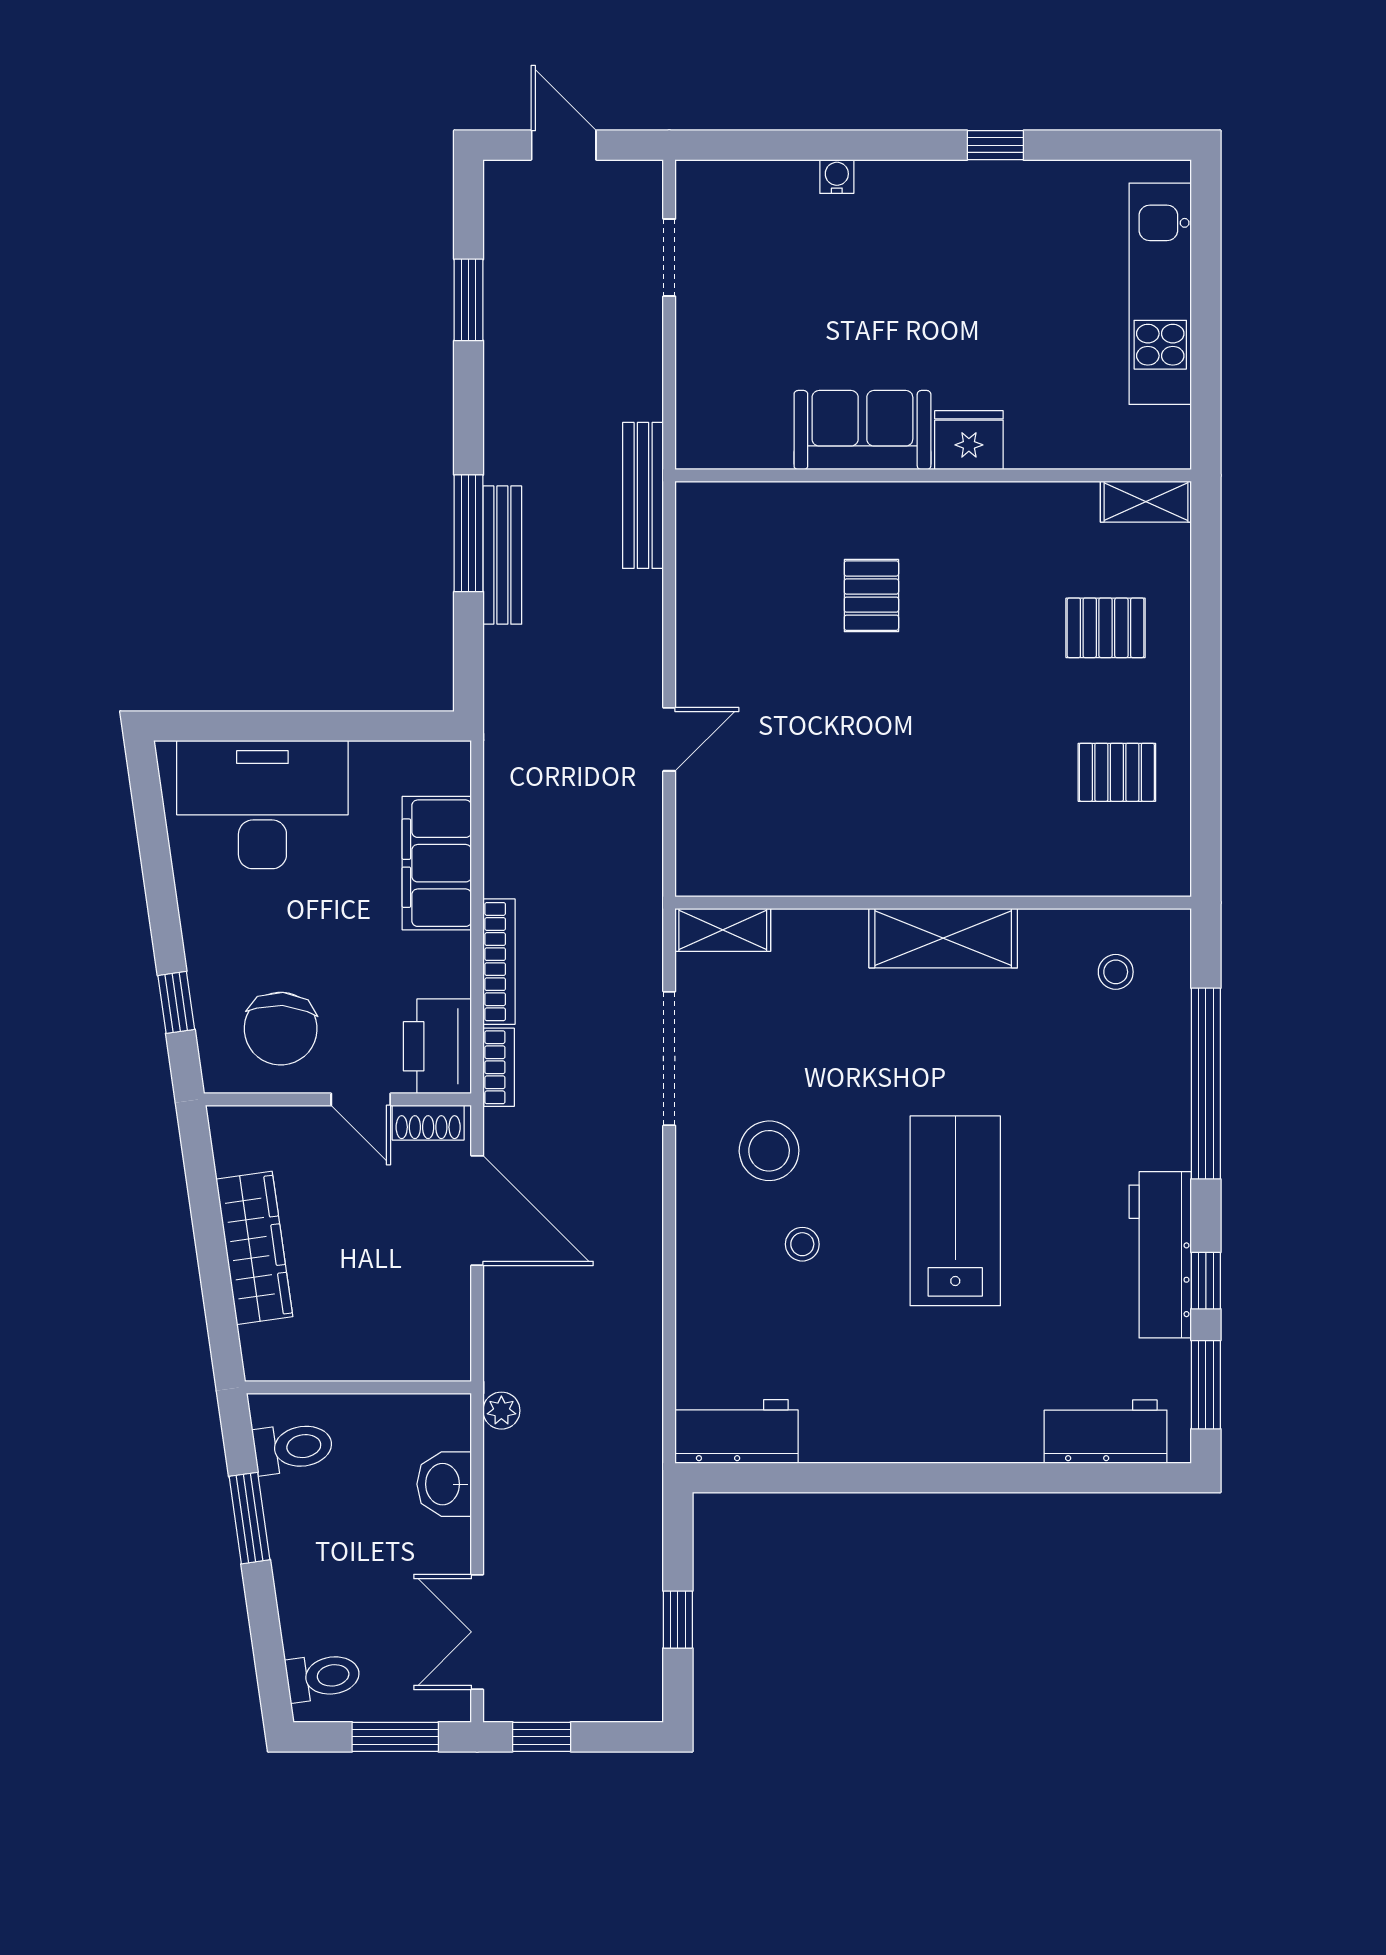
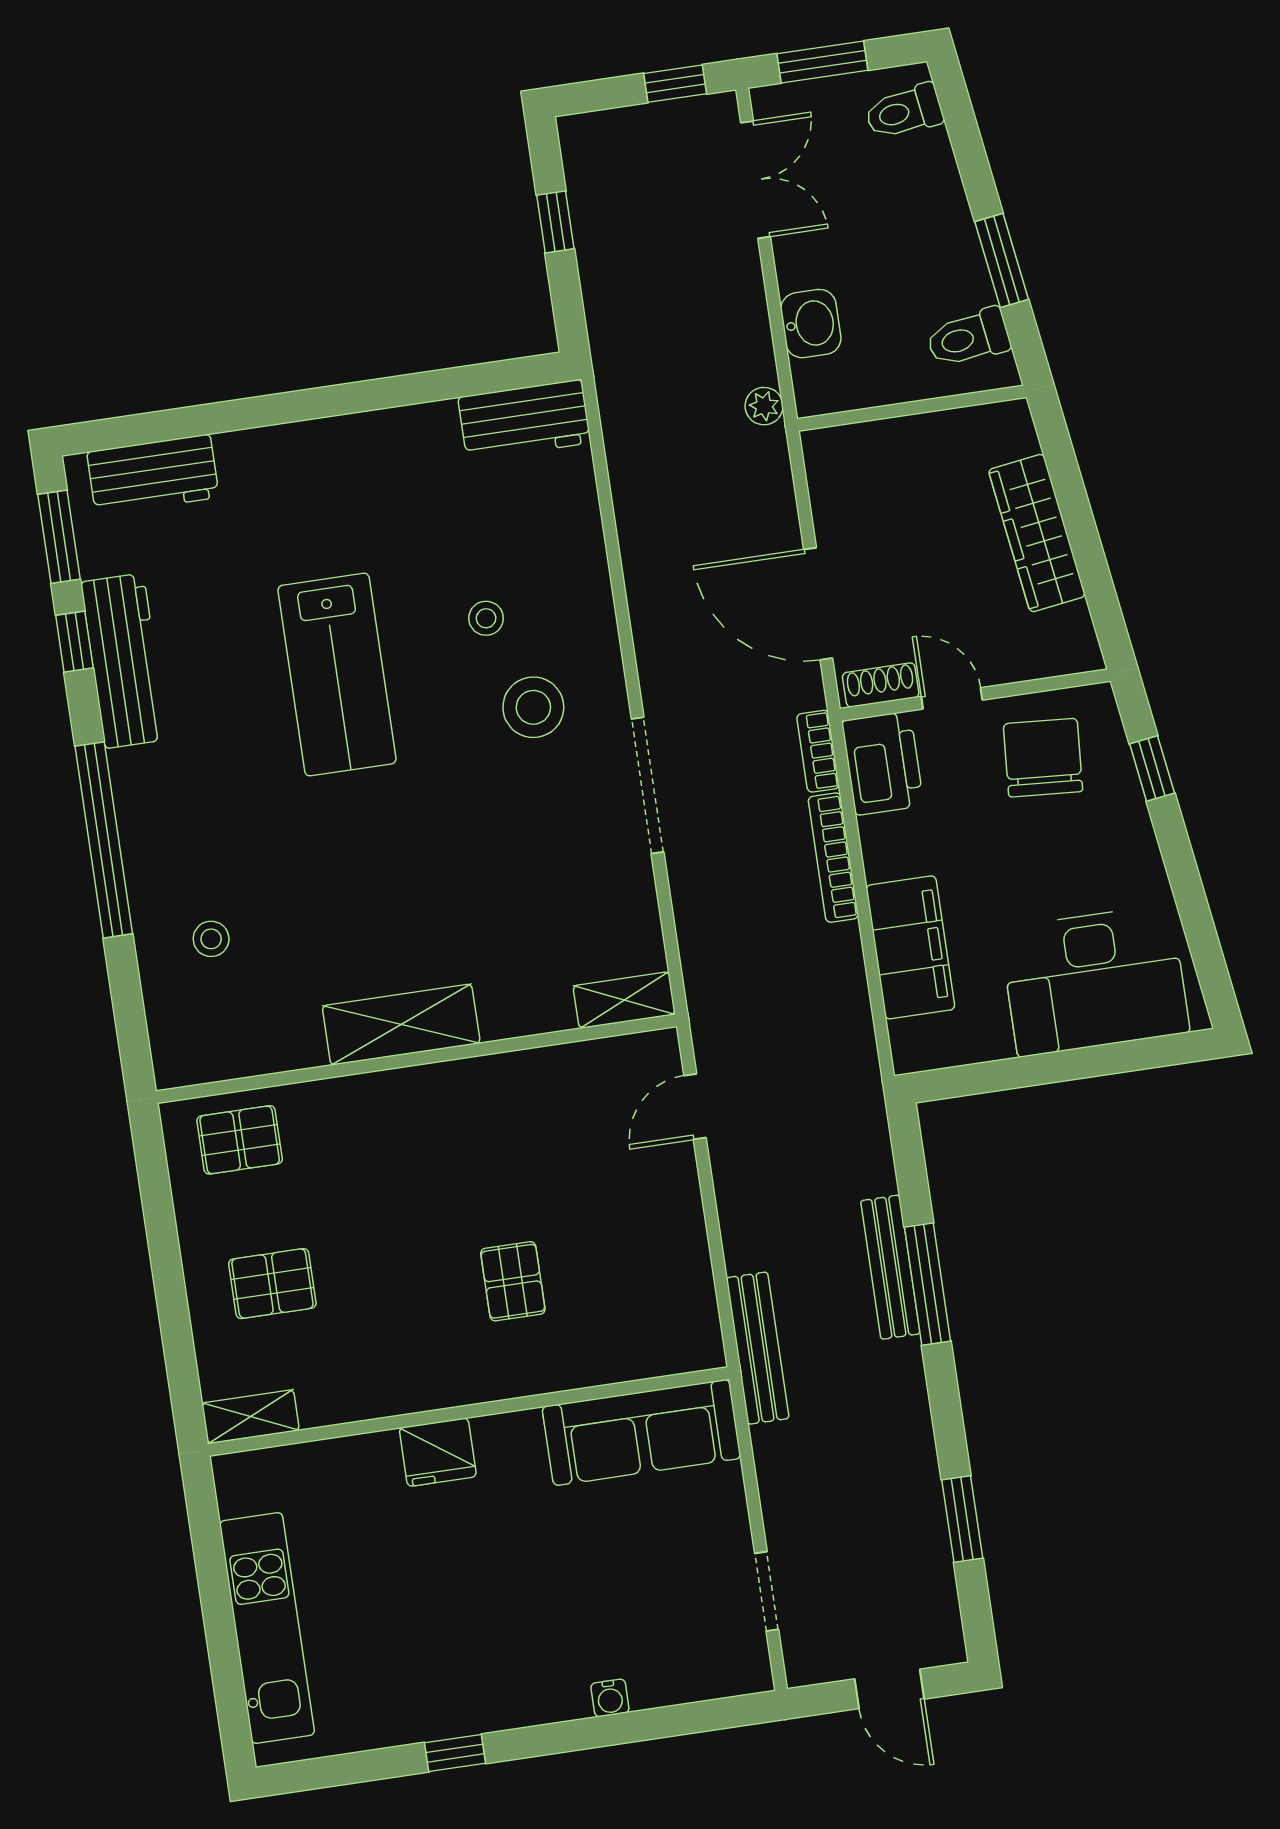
sofa: (862, 430) -> (641, 1433), moved, width x1.36
wall: (933, 903) -> (416, 1059), moved
shelving: (723, 930) -> (624, 1000), moved
shelving: (943, 938) -> (401, 1025), moved

